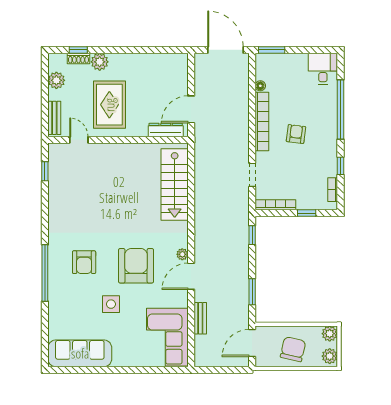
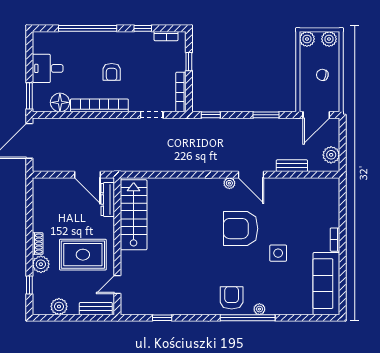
shoe rack: (78, 58) -> (38, 244), moved
desk: (323, 69) -> (48, 68), moved
floor lamp: (260, 86) -> (60, 102), width x1.89, depth x1.89
armchair: (296, 134) -> (112, 72), turned -97
window: (45, 171) -> (162, 318), moved
stairs: (175, 184) -> (134, 215), moved, turned -90
armchair: (84, 262) -> (232, 298), moved, turned -90
plant: (54, 285) -> (259, 309), added
corner sofa: (167, 337) -> (310, 198), removed
door: (252, 343) -> (316, 115), hinge flipped
chair: (293, 349) -> (322, 75), width x0.54, depth x0.54
plant: (211, 358) -> (331, 155), added
bookcase: (125, 362) -> (335, 240), added

